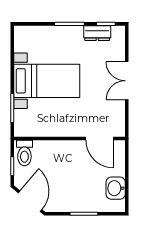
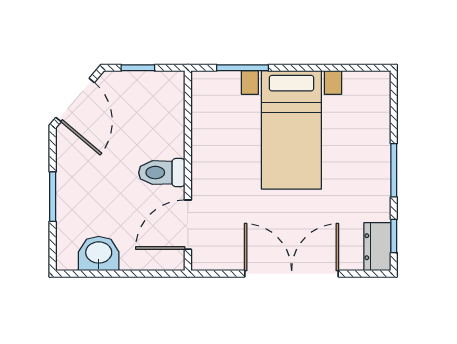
dresser: (97, 33) -> (377, 247), moved
double door: (127, 81) -> (292, 274), width x1.37
toilet: (24, 153) -> (162, 173), moved
door: (30, 201) -> (75, 100), hinge flipped

